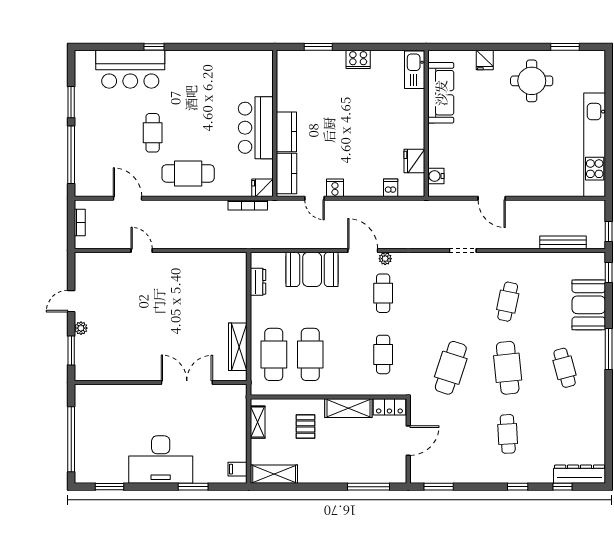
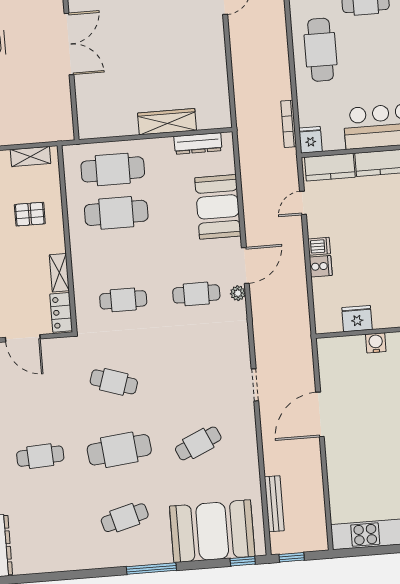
water cooler: (436, 176) -> (376, 343), moved
cooker: (335, 188) -> (321, 266), moved
dishwasher: (391, 188) -> (319, 246), moved
door: (492, 198) -> (320, 414), width x1.36
dresser: (258, 282) -> (198, 143), width x1.44
cafe table: (508, 302) -> (198, 443), turned -36
booth: (589, 305) -> (212, 531), width x1.36, depth x1.42
wardrobe: (238, 347) -> (167, 122), moved
cafe table: (451, 368) -> (114, 382), width x0.73, depth x0.74
double door: (187, 382) -> (69, 44), moved
shelving: (348, 408) -> (59, 273), width x0.67, depth x0.75

